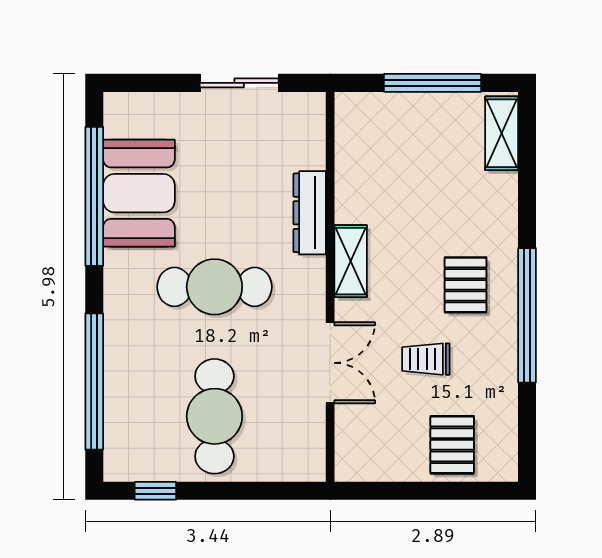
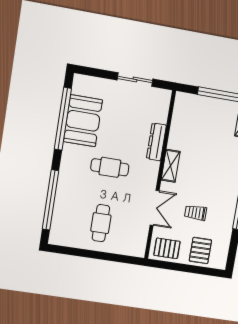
pallet: (466, 285) -> (167, 248), moved, turned 90
cafe table: (214, 287) -> (110, 167), width x0.73, depth x0.74
cafe table: (214, 416) -> (101, 223), width x0.73, depth x0.74
window: (155, 491) -> (70, 251), removed

